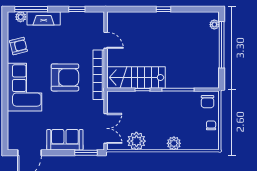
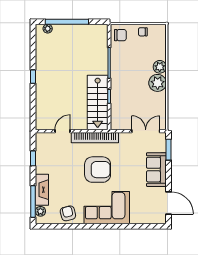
armchair: (65, 77) -> (98, 170), turned 90
plant: (136, 141) -> (158, 83), moved

